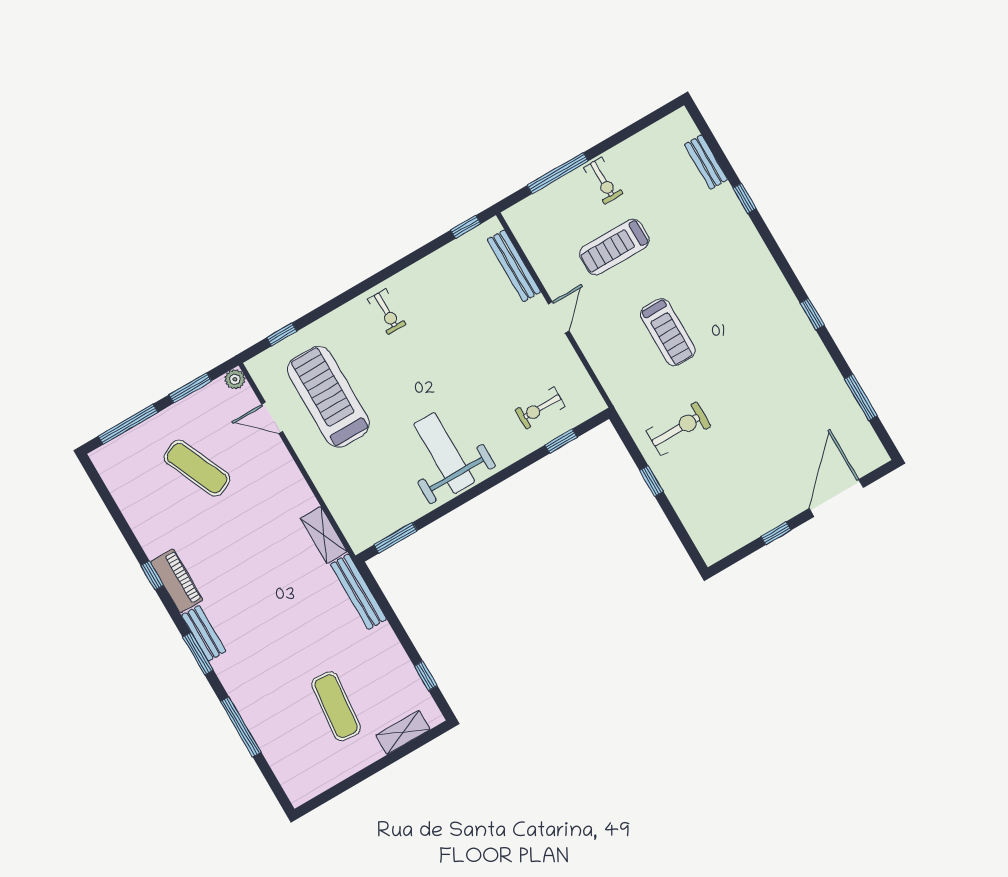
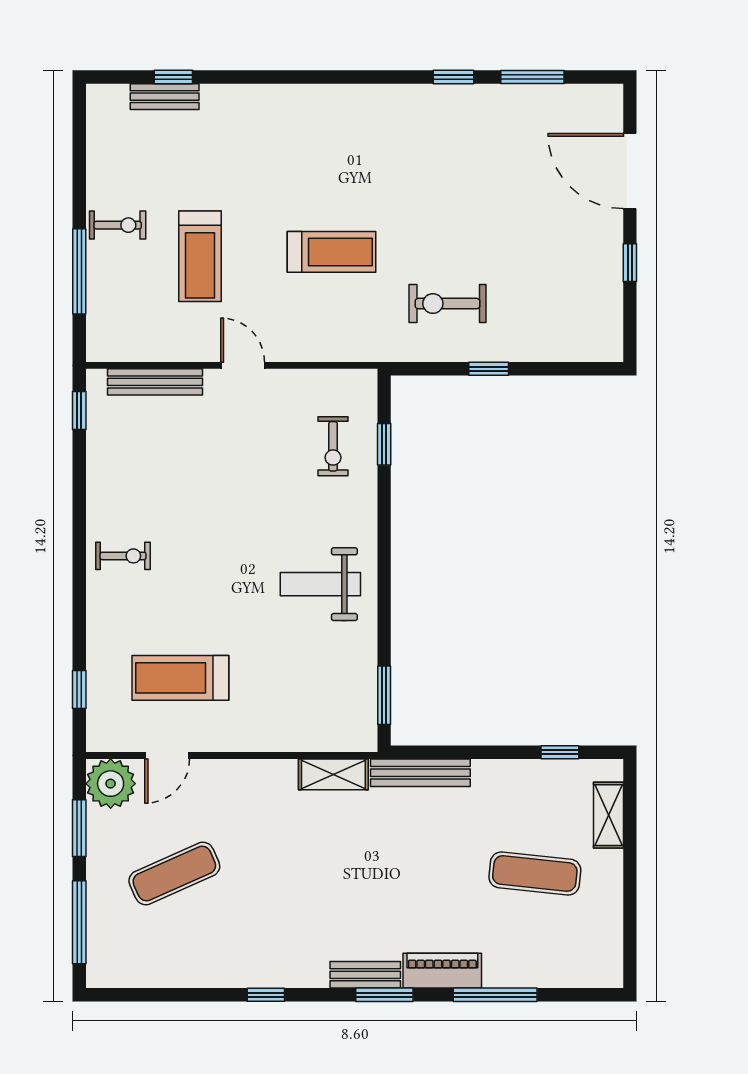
window: (745, 198) -> (173, 77), moved
window: (812, 314) -> (453, 77), moved
plant: (235, 379) -> (111, 784), width x1.87, depth x1.87
treadmill: (328, 397) -> (180, 678), width x0.73, depth x0.73
exercise bike: (679, 429) -> (447, 304), turned -90
weight bench: (444, 453) -> (320, 584), width x0.73, depth x0.75
piano: (177, 581) -> (442, 971), moved

